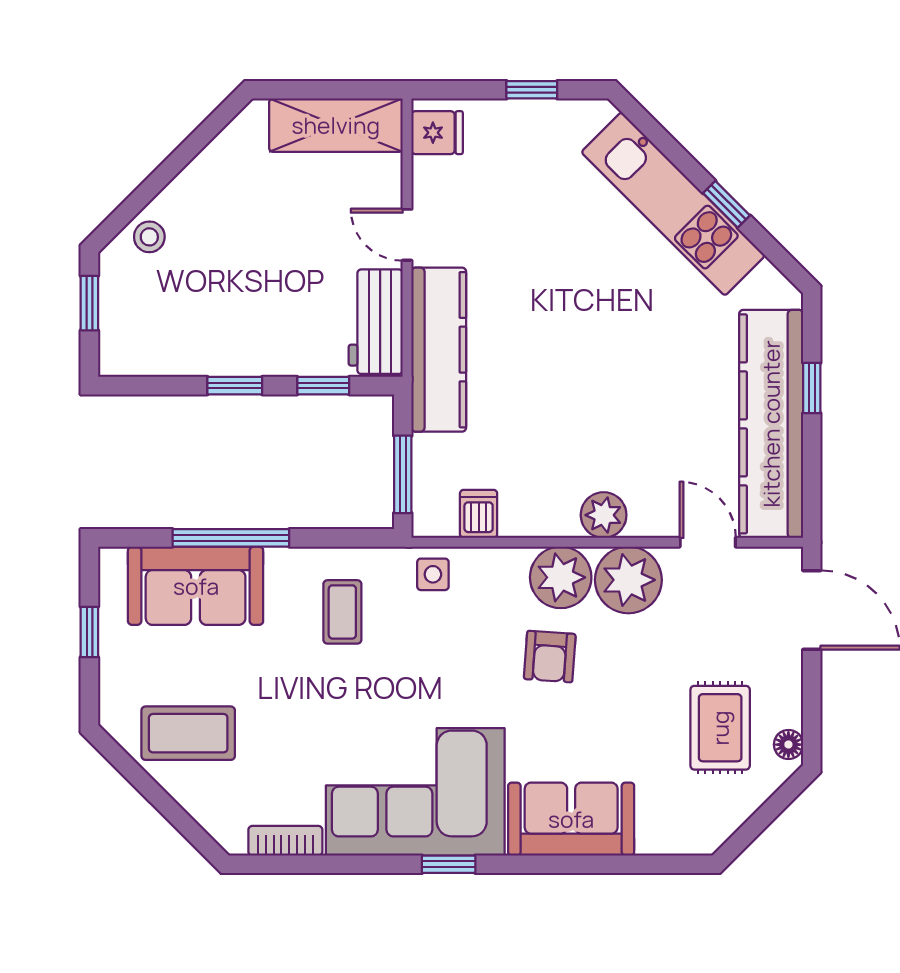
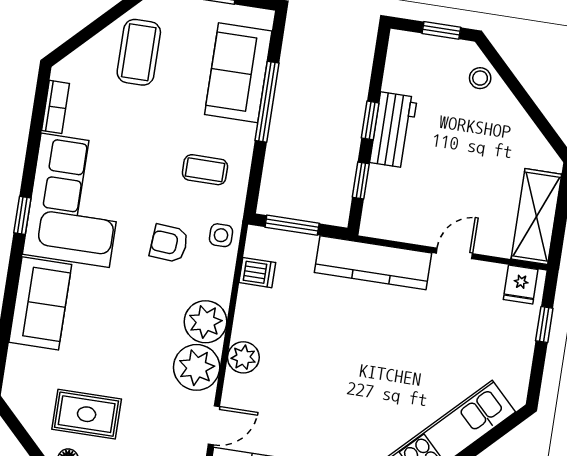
window: (532, 90) -> (544, 325), moved
workbench: (376, 322) -> (393, 130), moved, turned 90
armchair: (550, 657) -> (169, 243), moved

